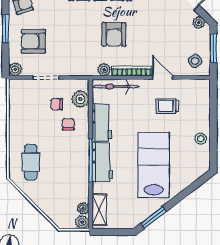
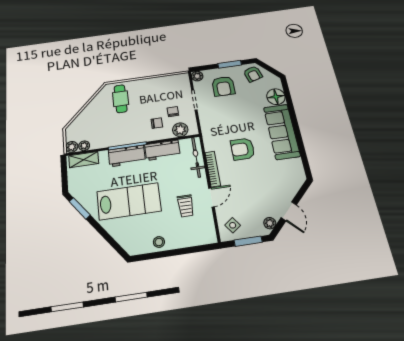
armchair: (33, 41) -> (223, 86), turned 180
plant: (104, 70) -> (210, 145), removed
trolley: (168, 106) -> (186, 206), turned 180
cafe table: (31, 162) -> (121, 99), turned 90

